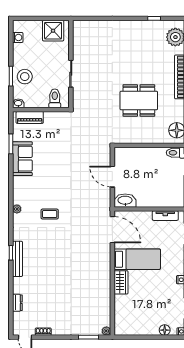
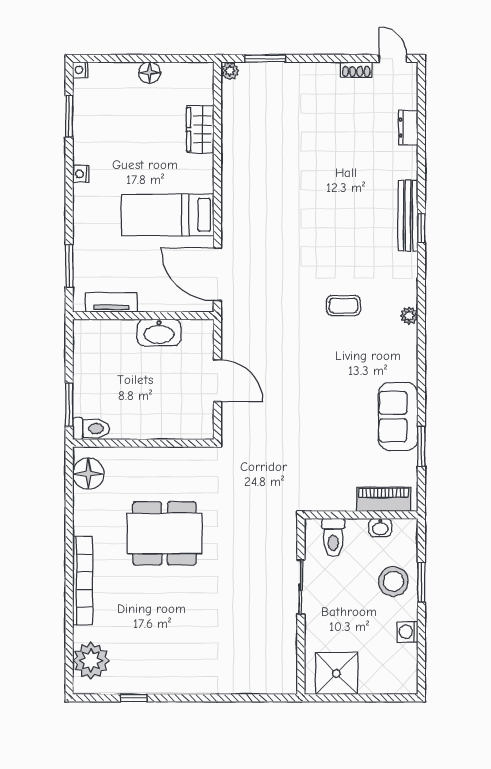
washing machine: (18, 37) -> (408, 632), moved
washbasin: (18, 103) -> (380, 528), moved
washbasin: (125, 201) -> (159, 333), moved
wardrobe: (121, 282) -> (200, 129), moved
floor lamp: (165, 330) -> (150, 73), moved

